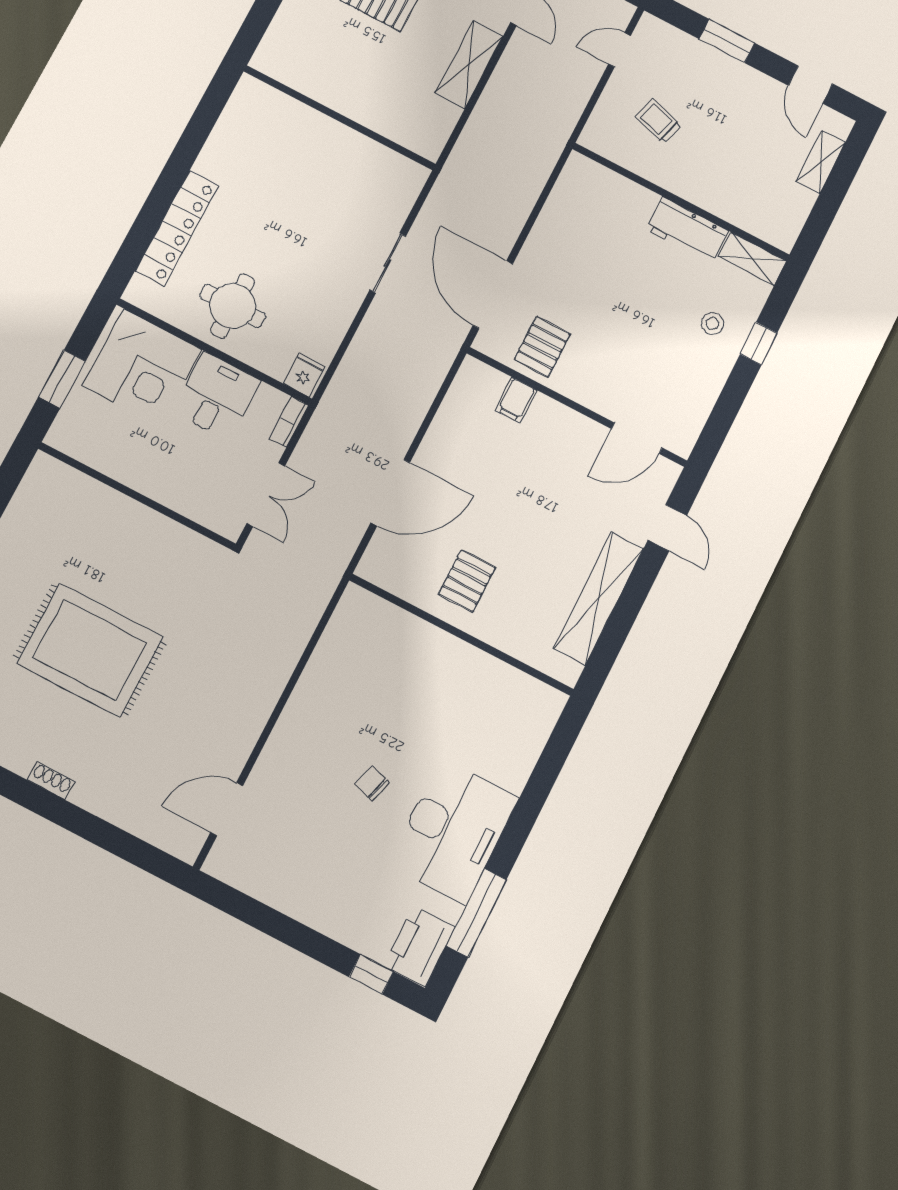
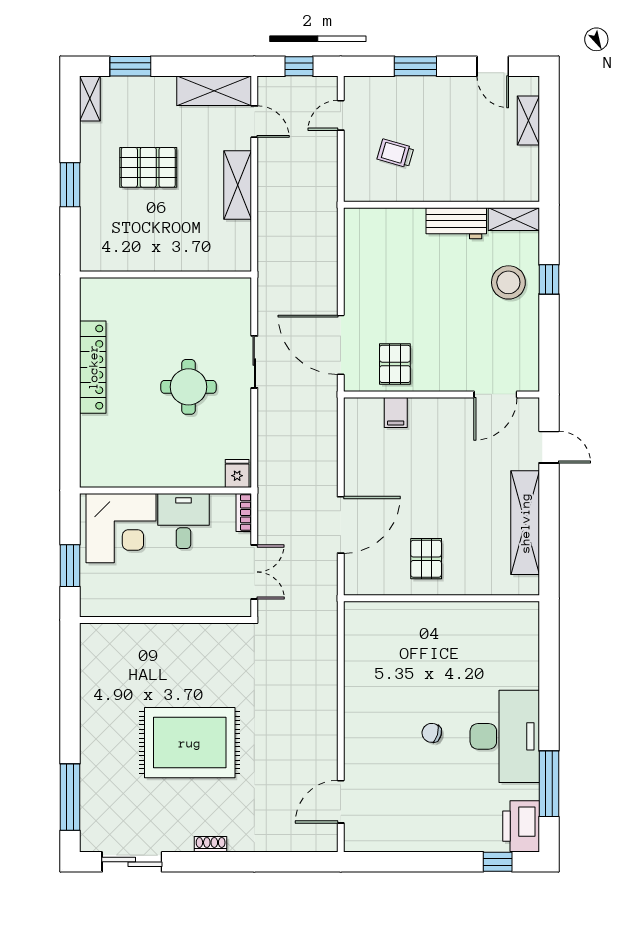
locker: (177, 228) -> (93, 367), moved
round table: (233, 306) -> (189, 387), moved
stool: (712, 324) -> (508, 282), width x1.89, depth x1.89

